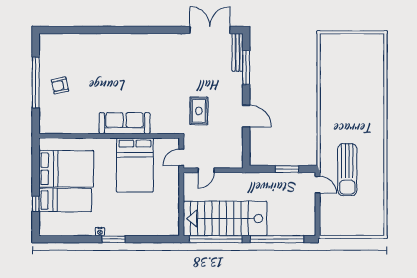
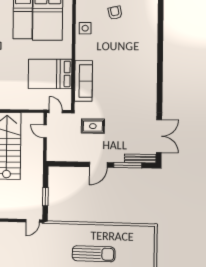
door: (246, 116) -> (98, 165), moved
side table: (79, 122) -> (85, 28), added
sofa: (125, 123) -> (83, 81), moved
sun lounger: (347, 170) -> (94, 254), moved, turned 180

